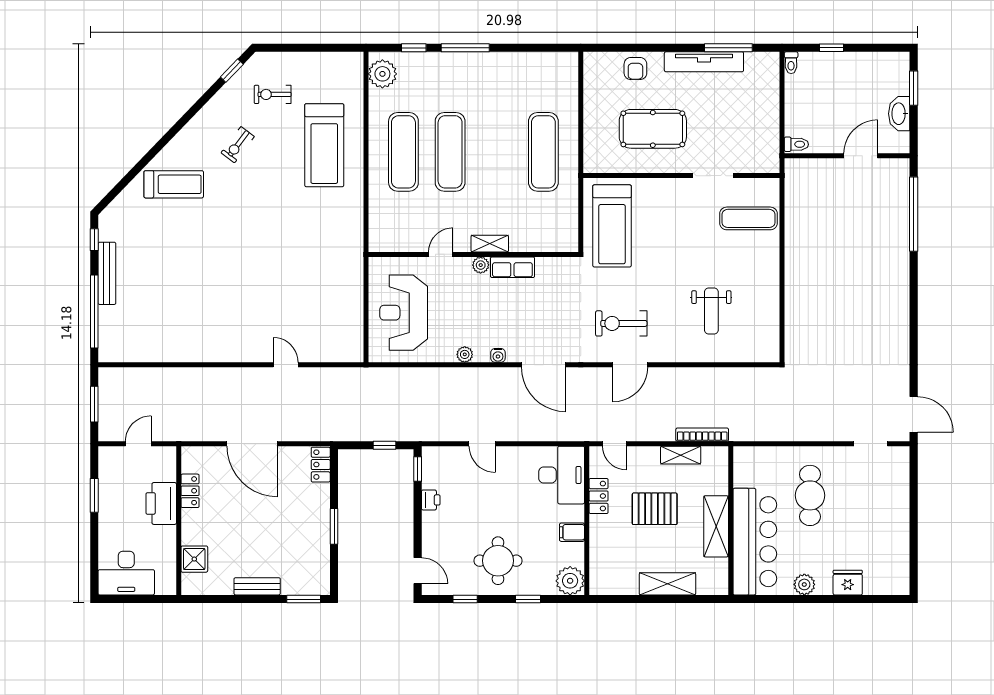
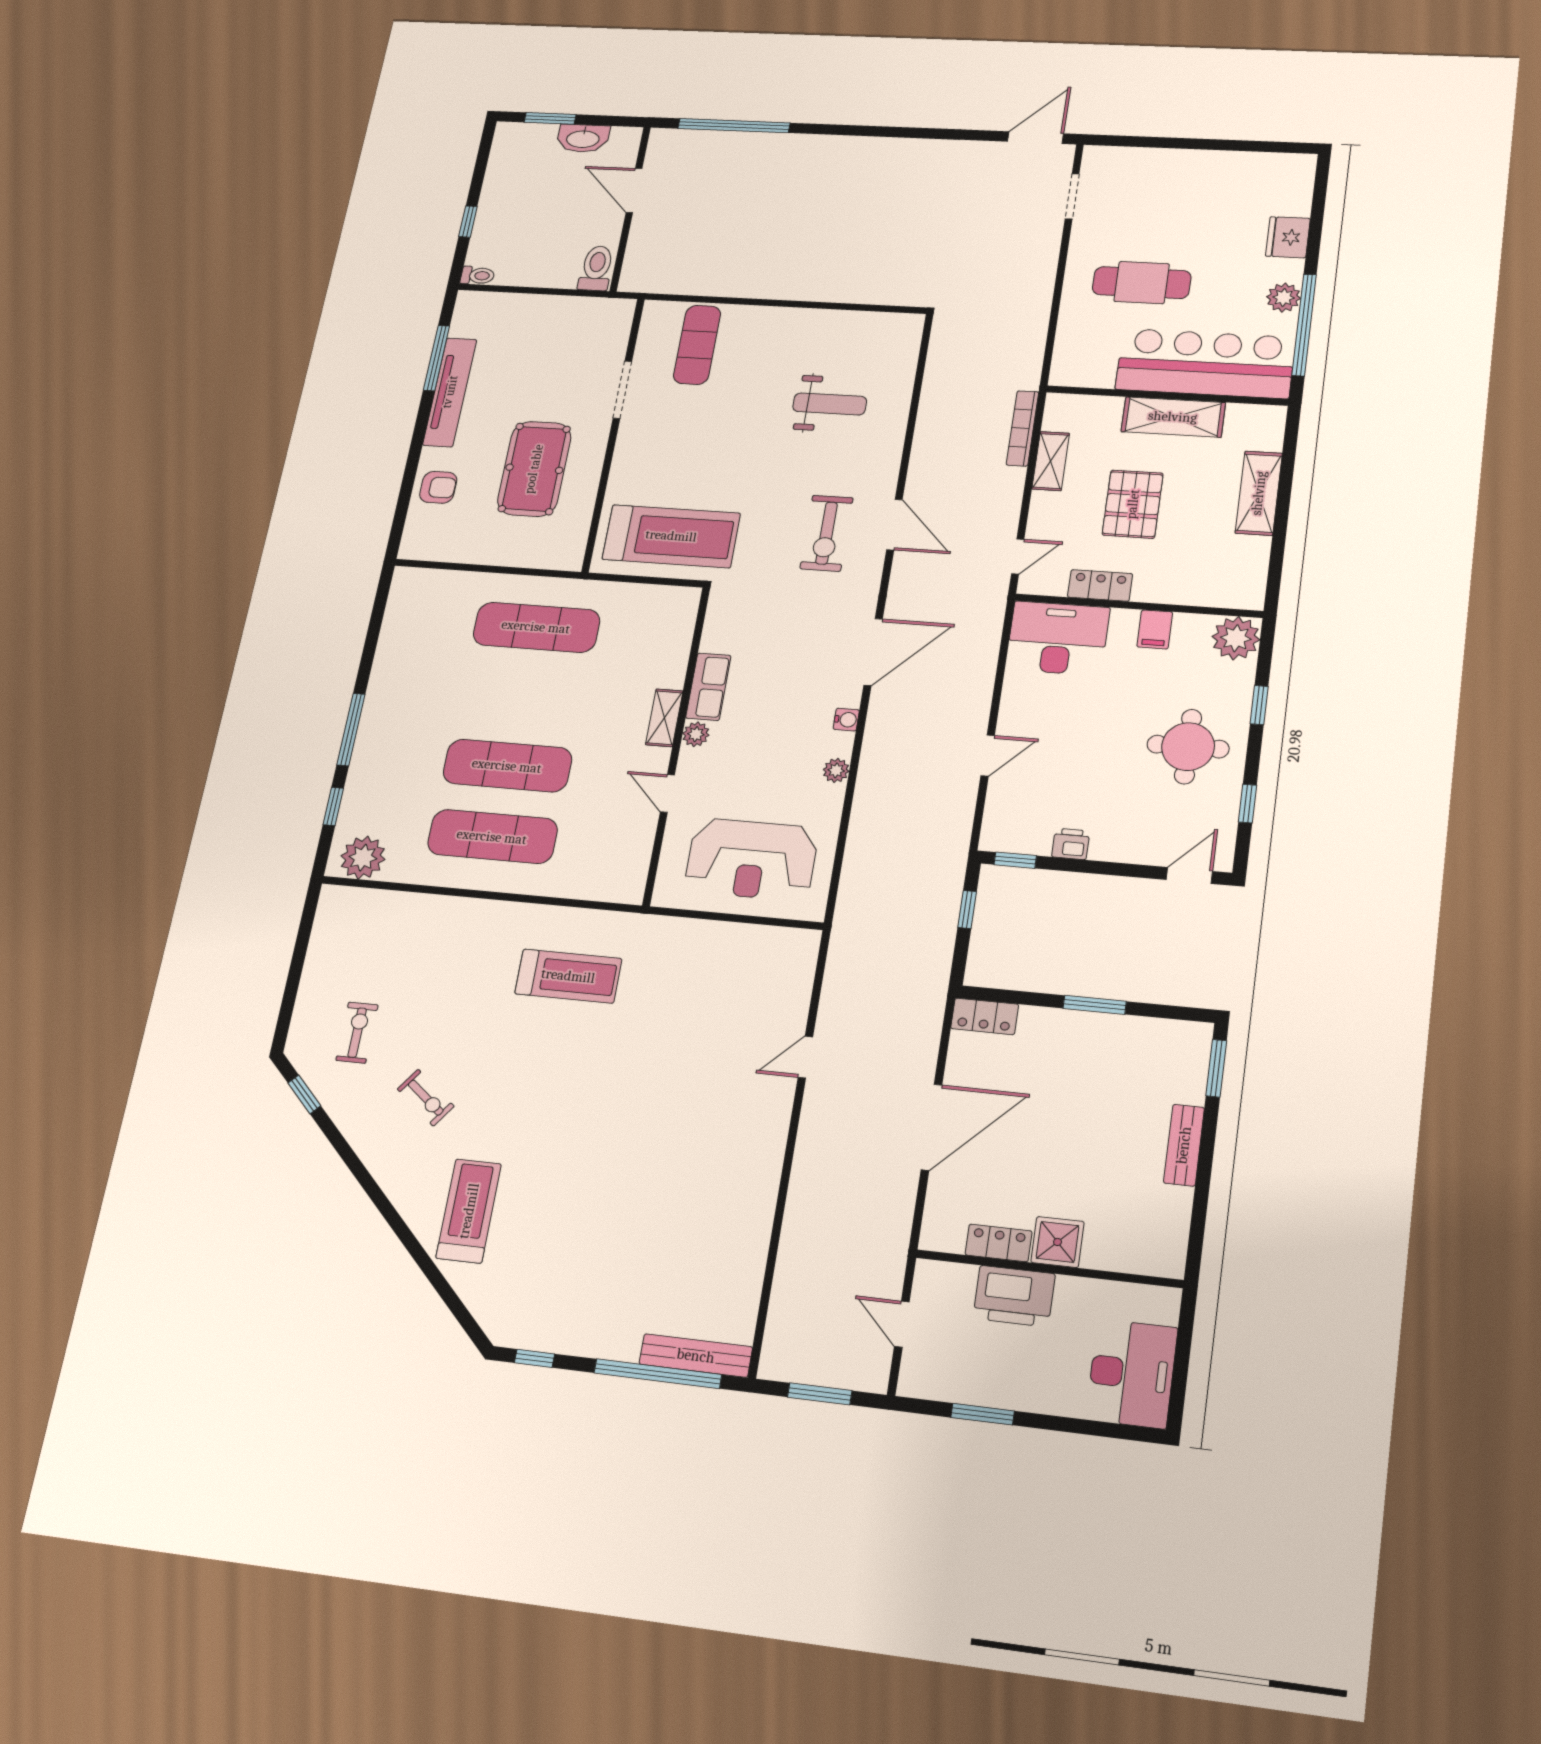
exercise bike: (273, 94) -> (357, 1033), turned 180
toilet: (796, 144) -> (596, 268), width x1.37, depth x1.39
treadmill: (324, 145) -> (568, 976), moved, width x0.73, depth x0.73
bench: (107, 273) -> (696, 1356), moved
shower: (194, 559) -> (1058, 1242), moved
window: (786, 599) -> (1304, 325), added

